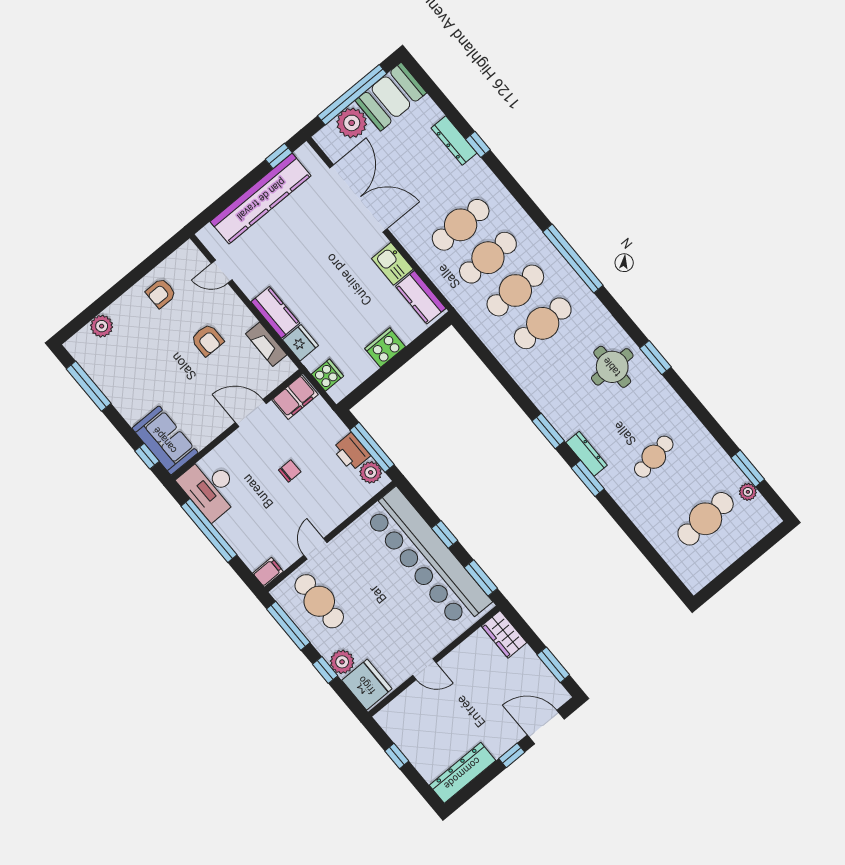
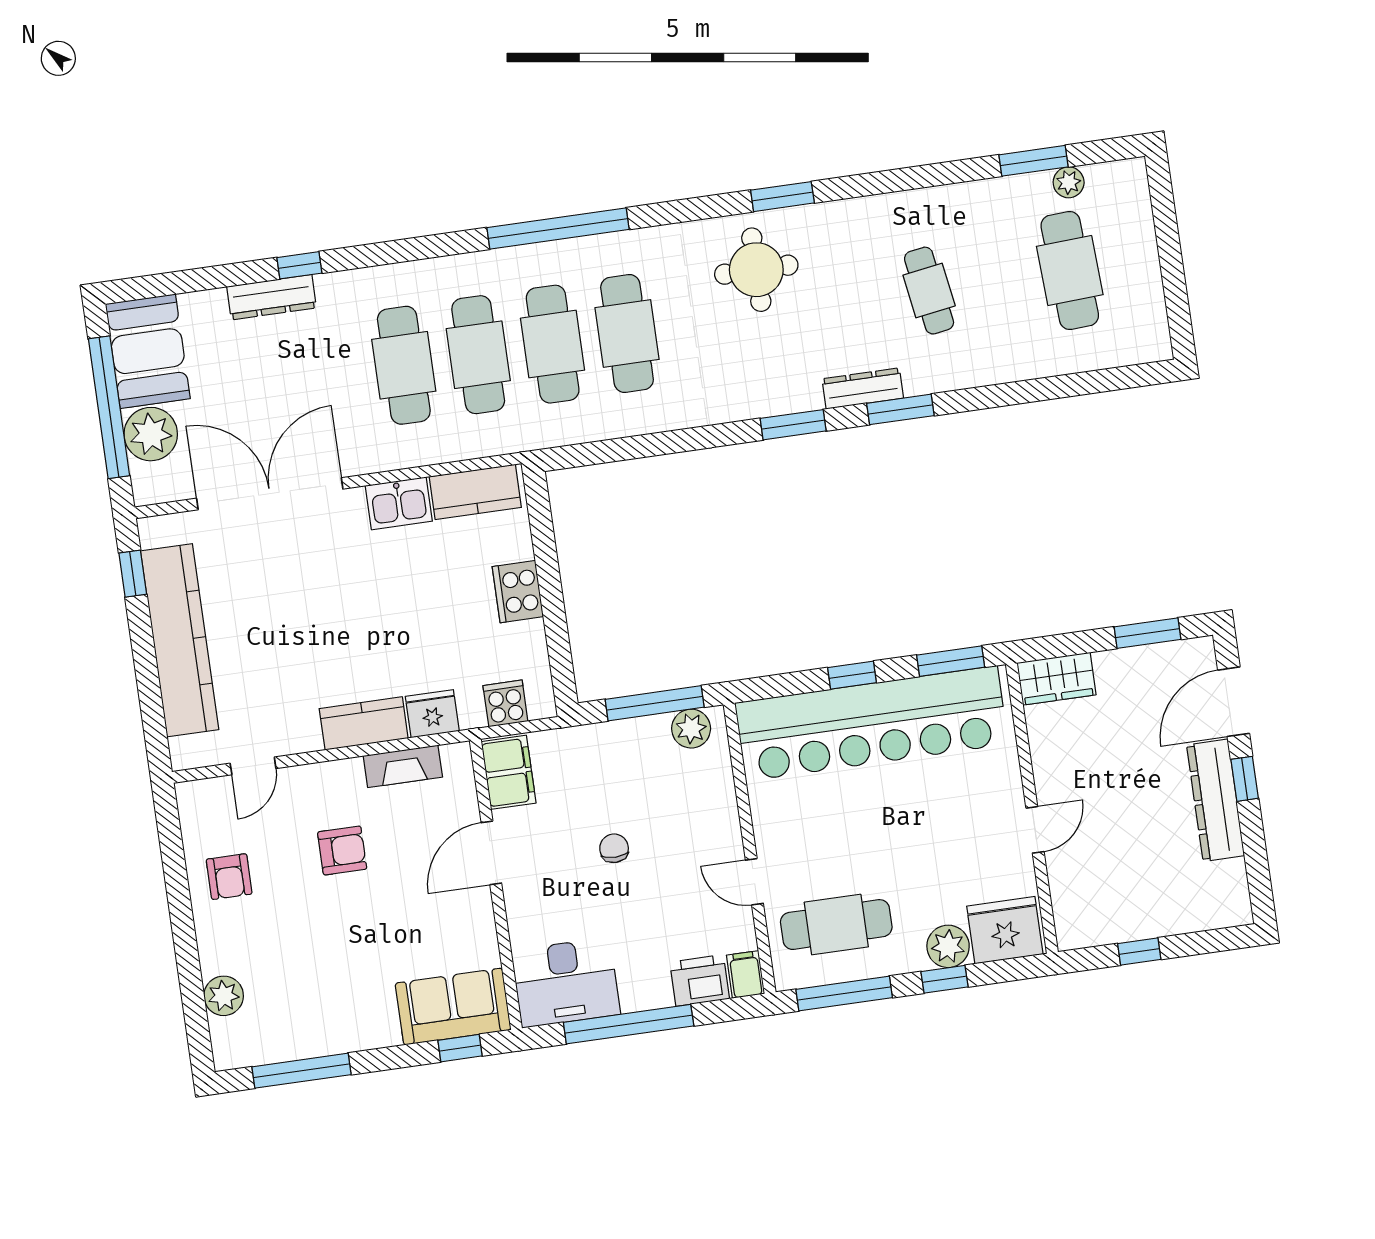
printer: (351, 452) -> (700, 980), moved, turned 180
dresser: (462, 773) -> (1216, 800), moved

